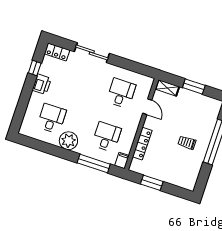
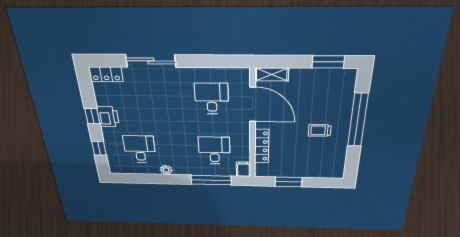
window: (35, 68) -> (92, 116), moved
window: (194, 86) -> (328, 62), moved
door: (147, 107) -> (253, 104), width x1.88
window: (21, 108) -> (99, 148), added
plant: (68, 141) -> (166, 170), width x0.53, depth x0.53

